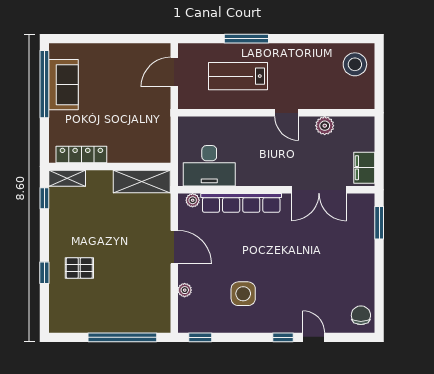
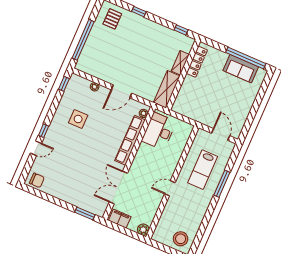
lab bench: (238, 76) -> (203, 170), turned 180
plant: (325, 126) -> (143, 230), moved
shelving: (67, 178) -> (180, 63), moved
pallet: (79, 268) -> (112, 19), moved

